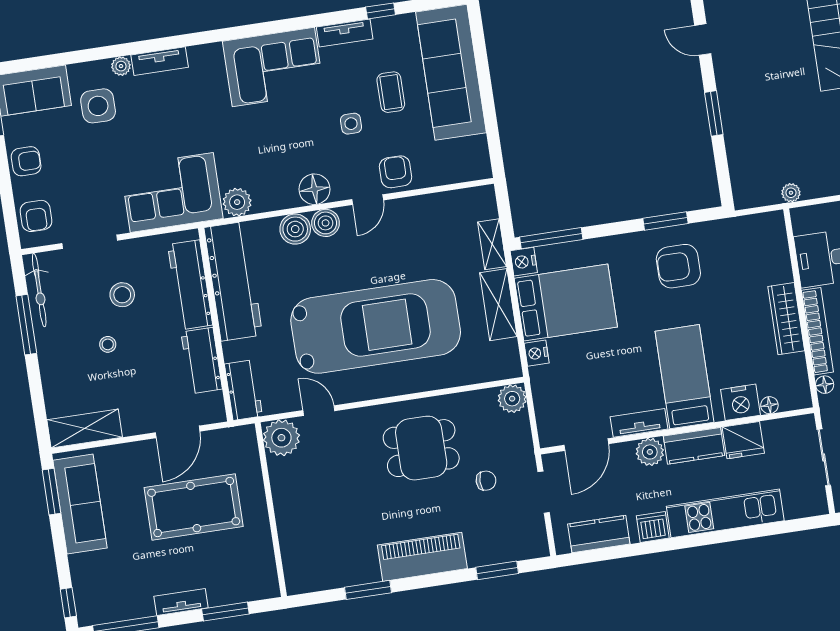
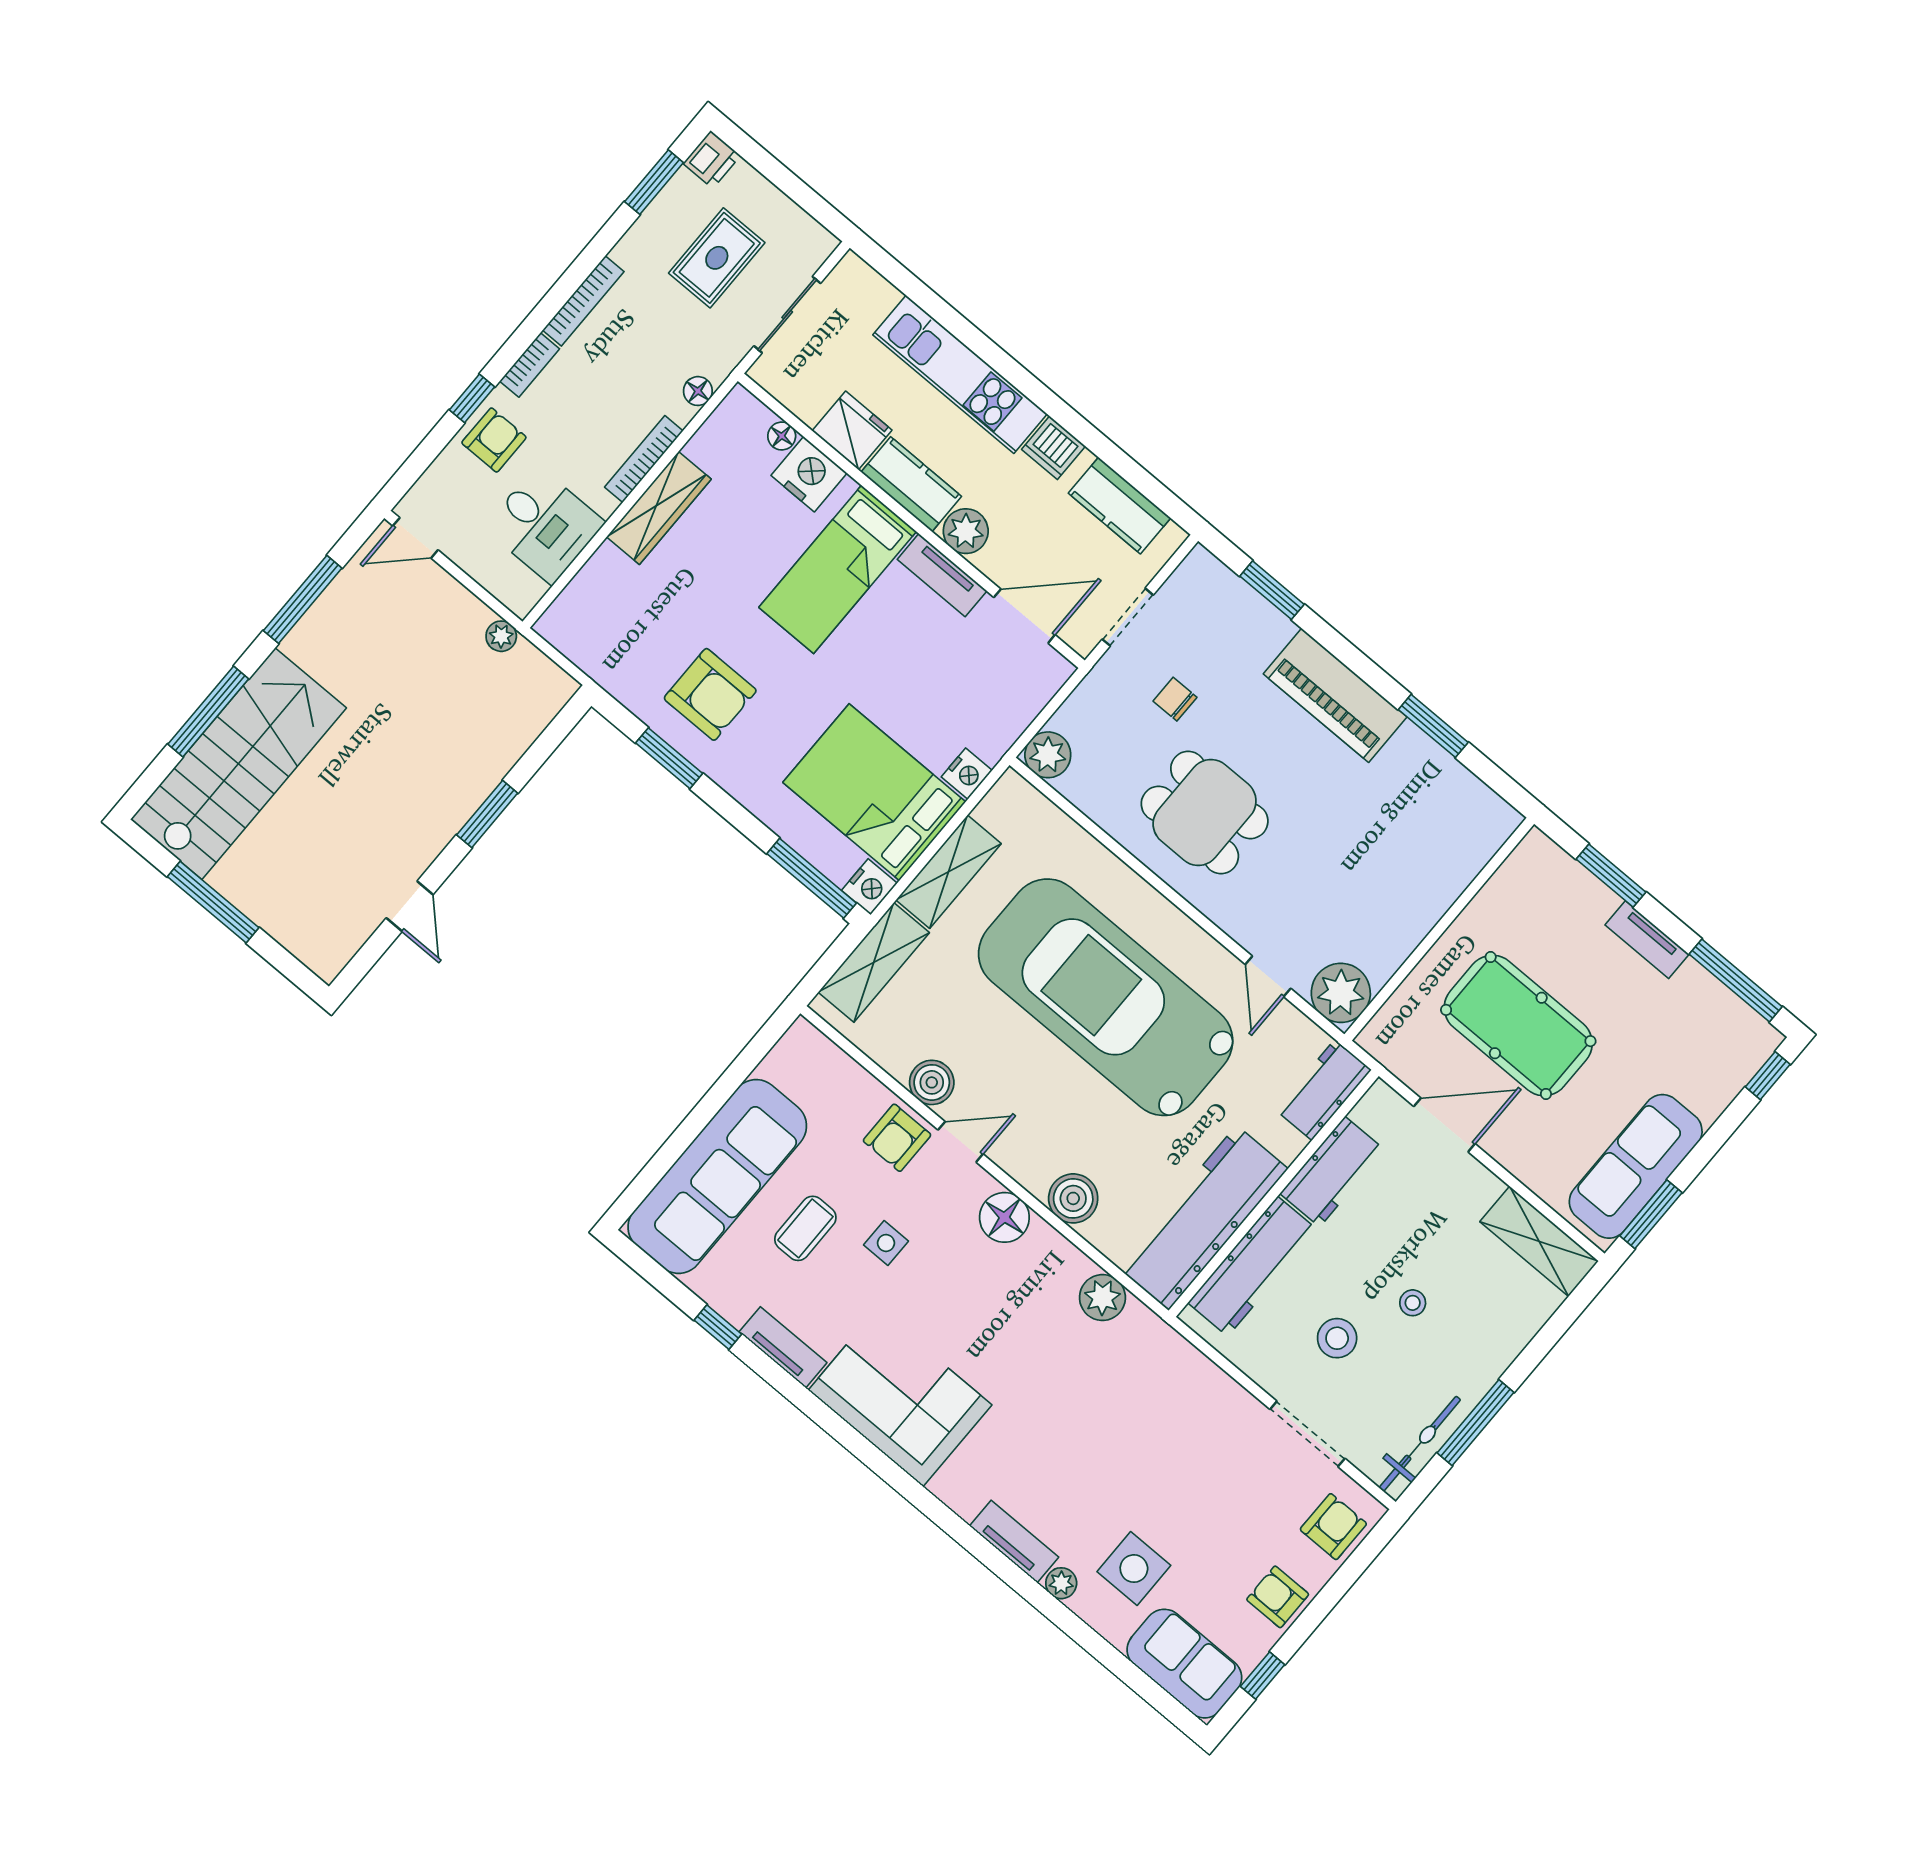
corner sofa: (172, 192) -> (1160, 1387), removed
boiler: (326, 223) -> (932, 1082), moved
shelving: (492, 244) -> (874, 962), width x1.50, depth x1.33
bookcase: (817, 331) -> (644, 459), width x0.68, depth x0.76

